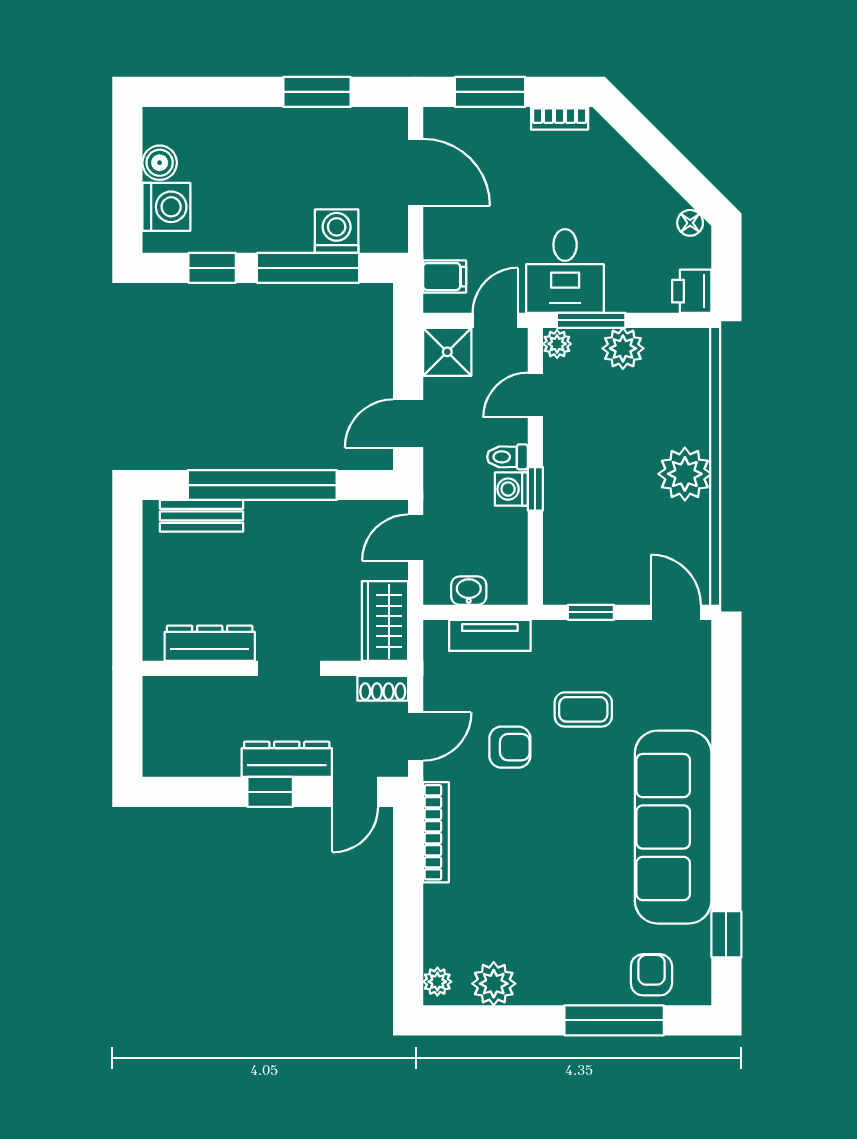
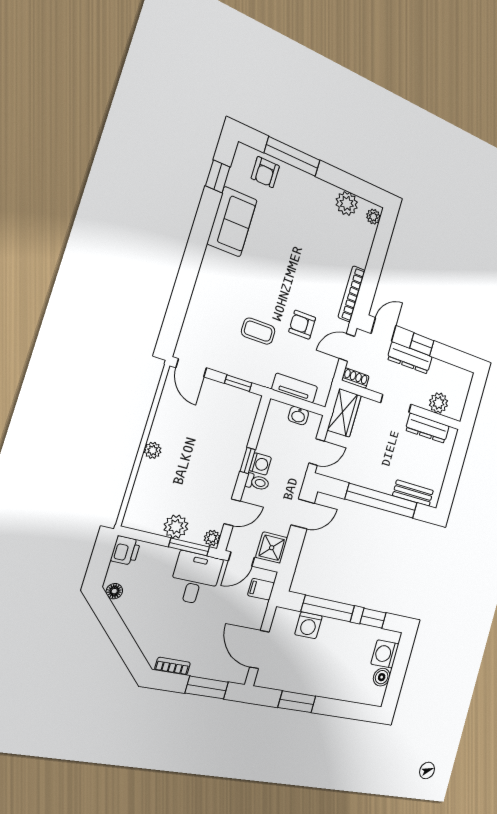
plant: (685, 474) -> (153, 450), width x0.53, depth x0.53
plant: (201, 697) -> (438, 403), added
sofa: (673, 827) -> (232, 222), width x0.54, depth x0.79

